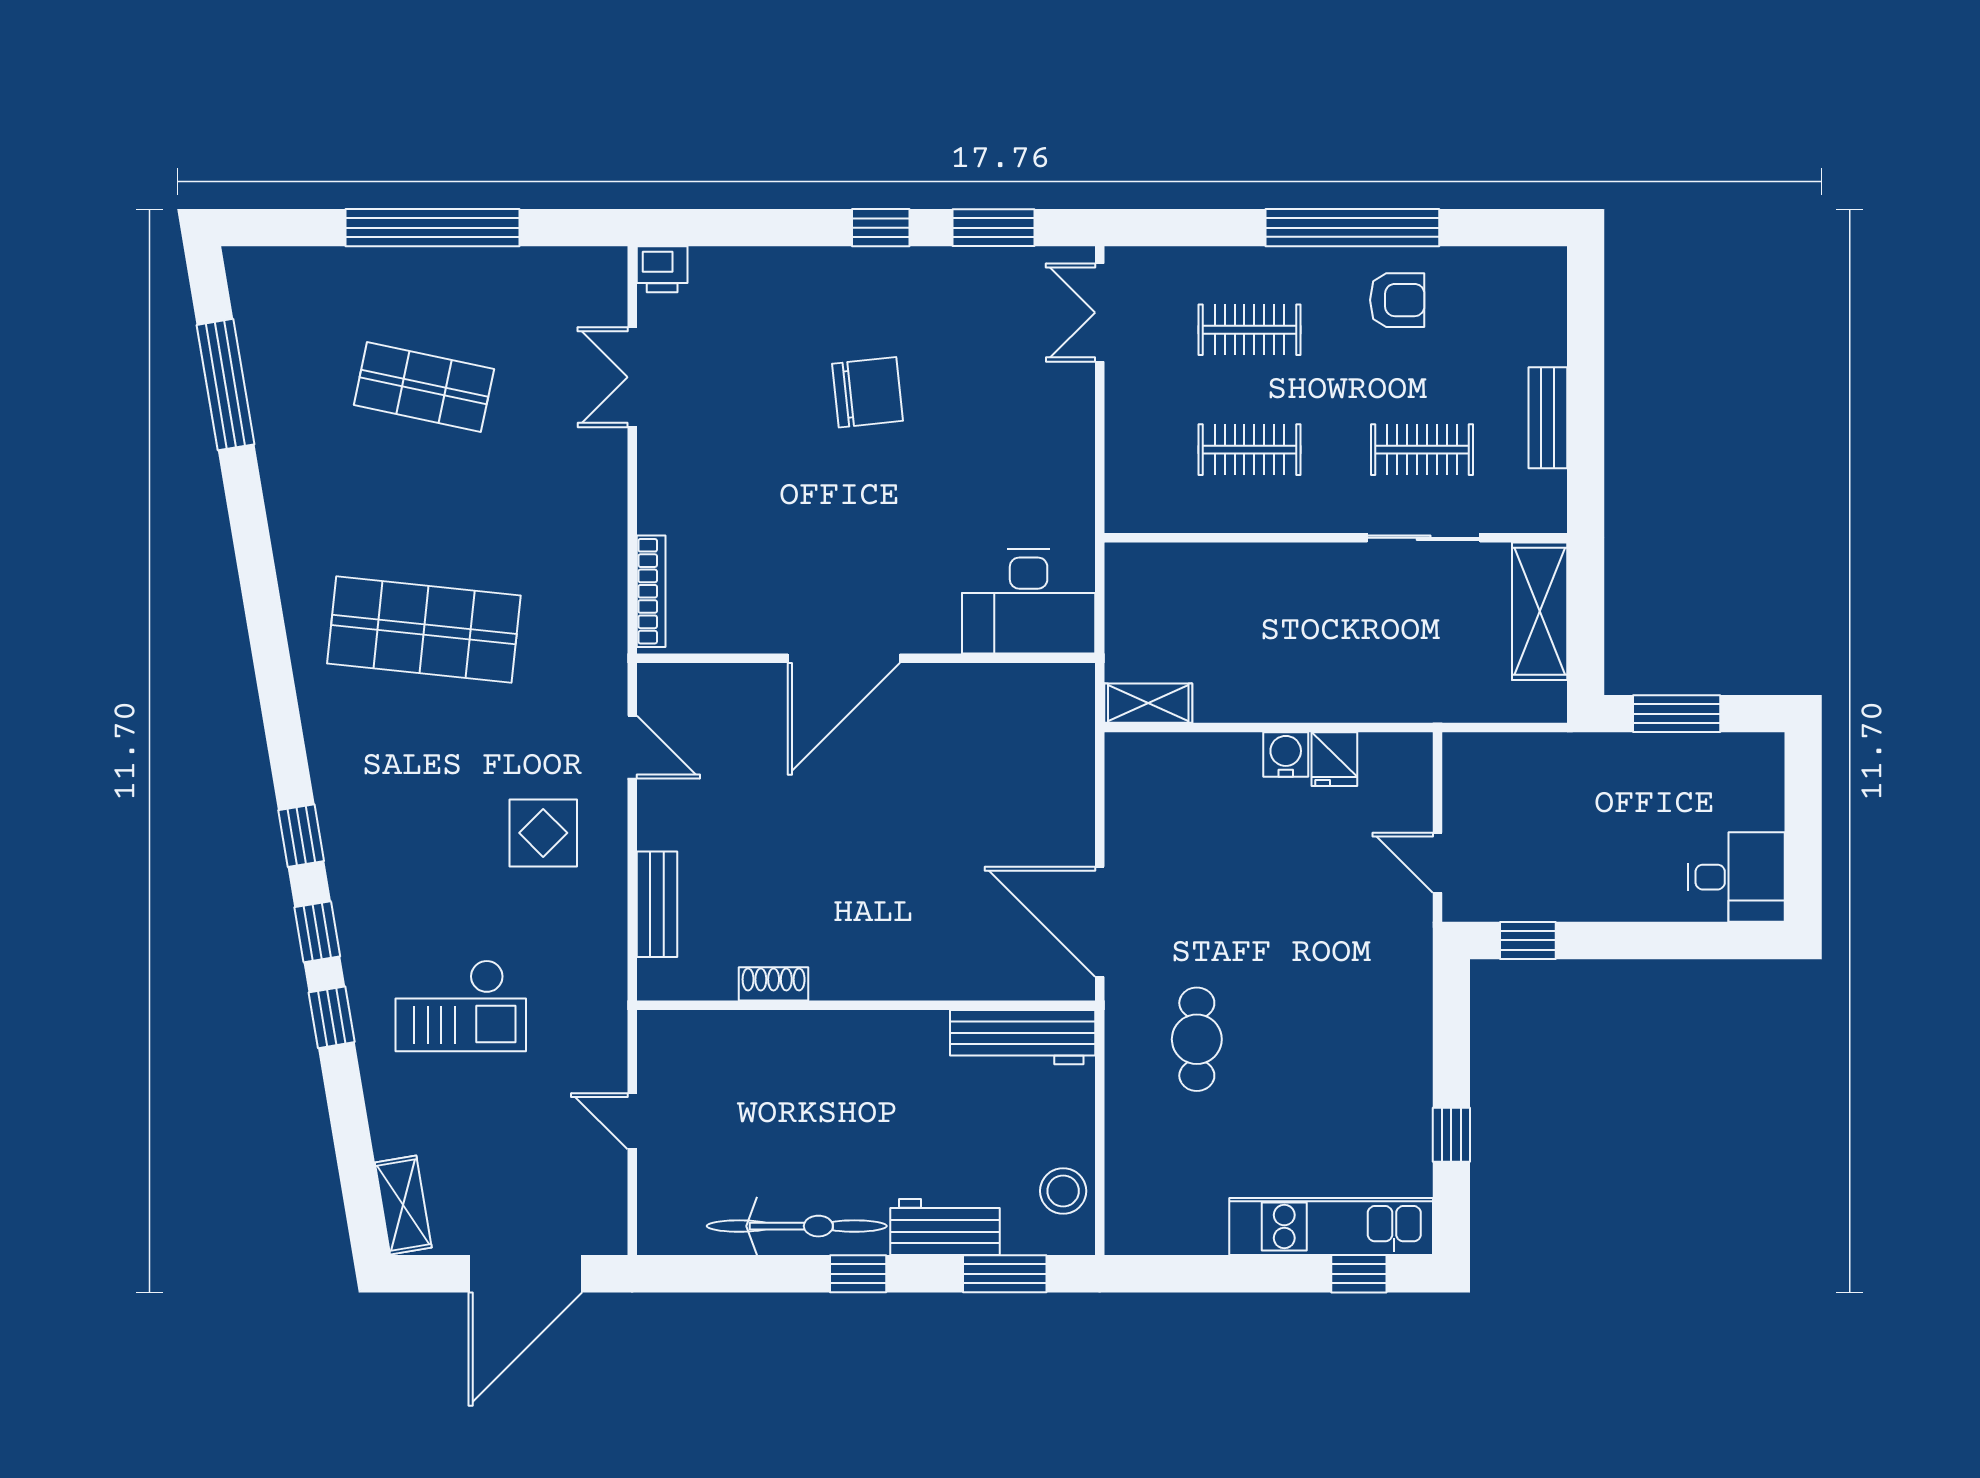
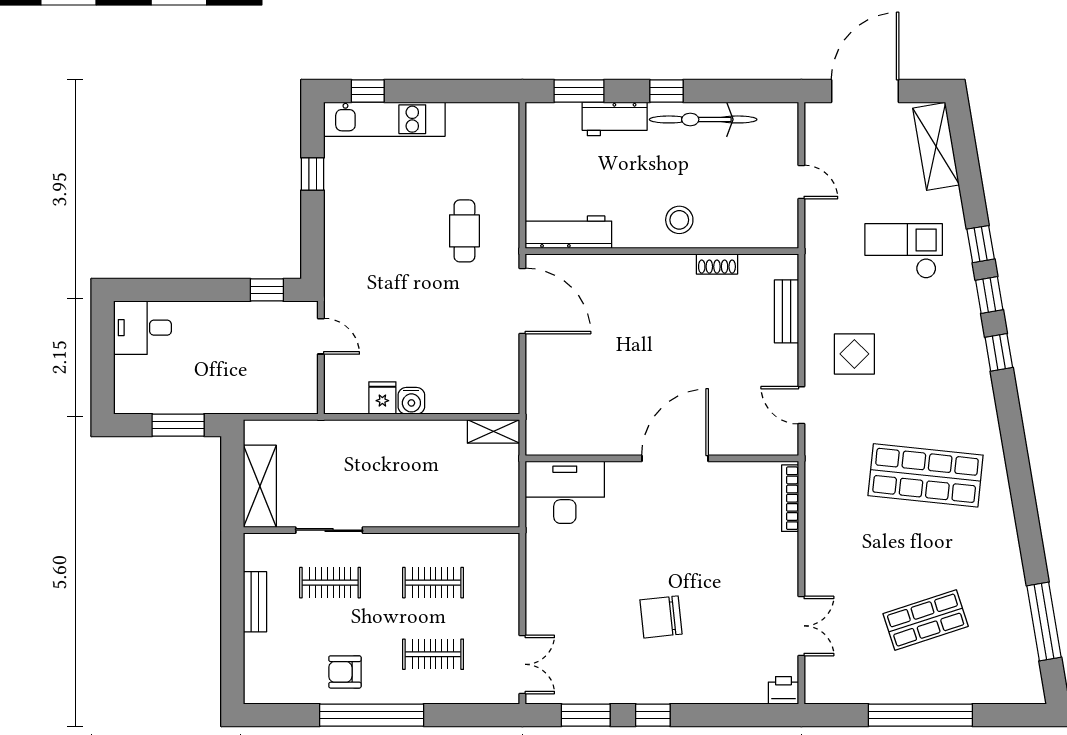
shop shelf: (424, 387) -> (926, 620), turned -30
stool: (1063, 1191) -> (679, 220), moved
shelving: (403, 1205) -> (936, 146), width x1.50, depth x1.33

